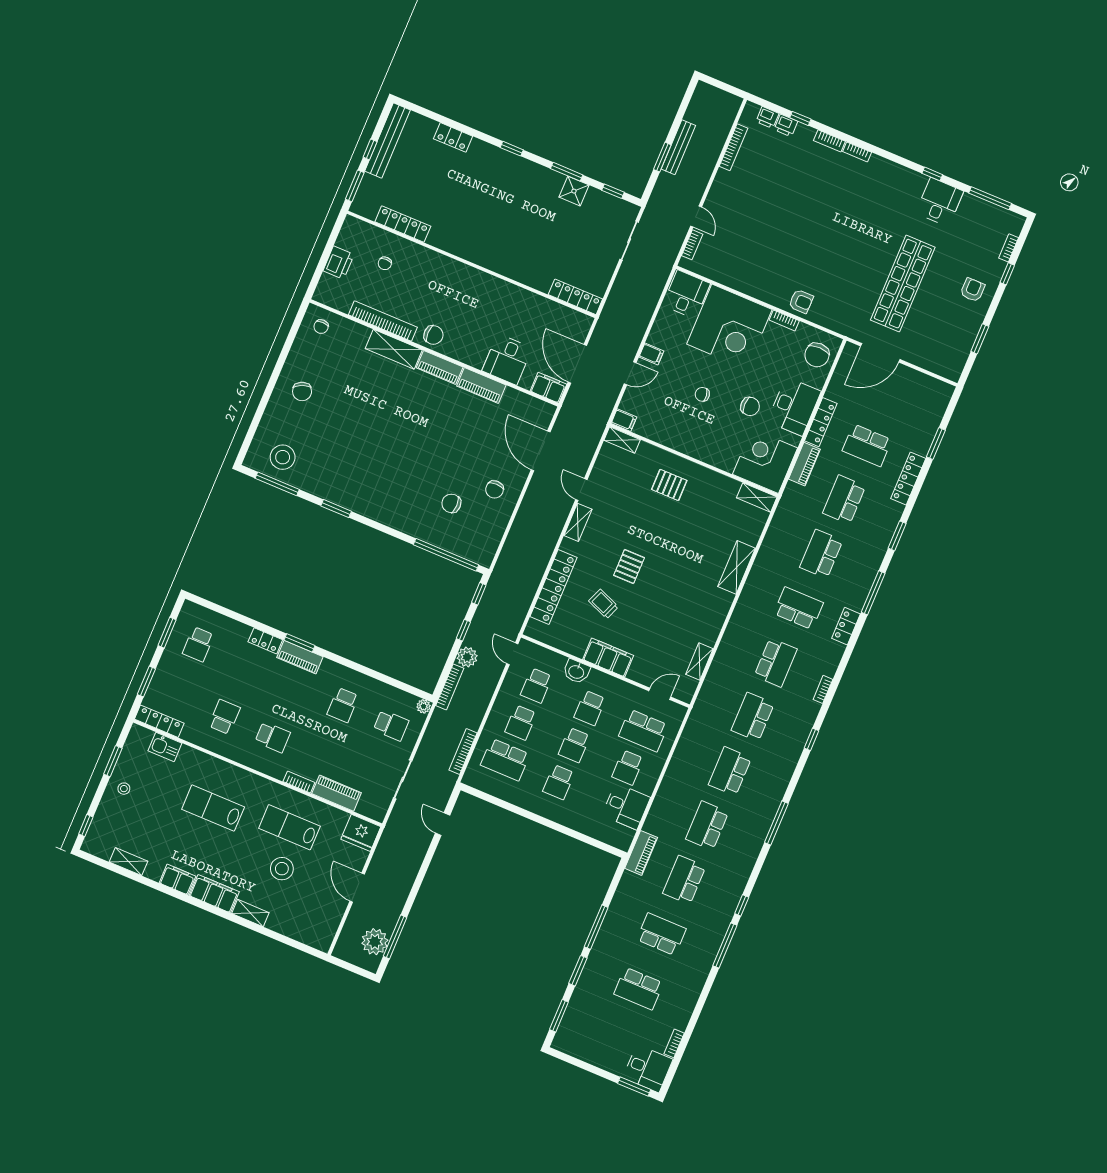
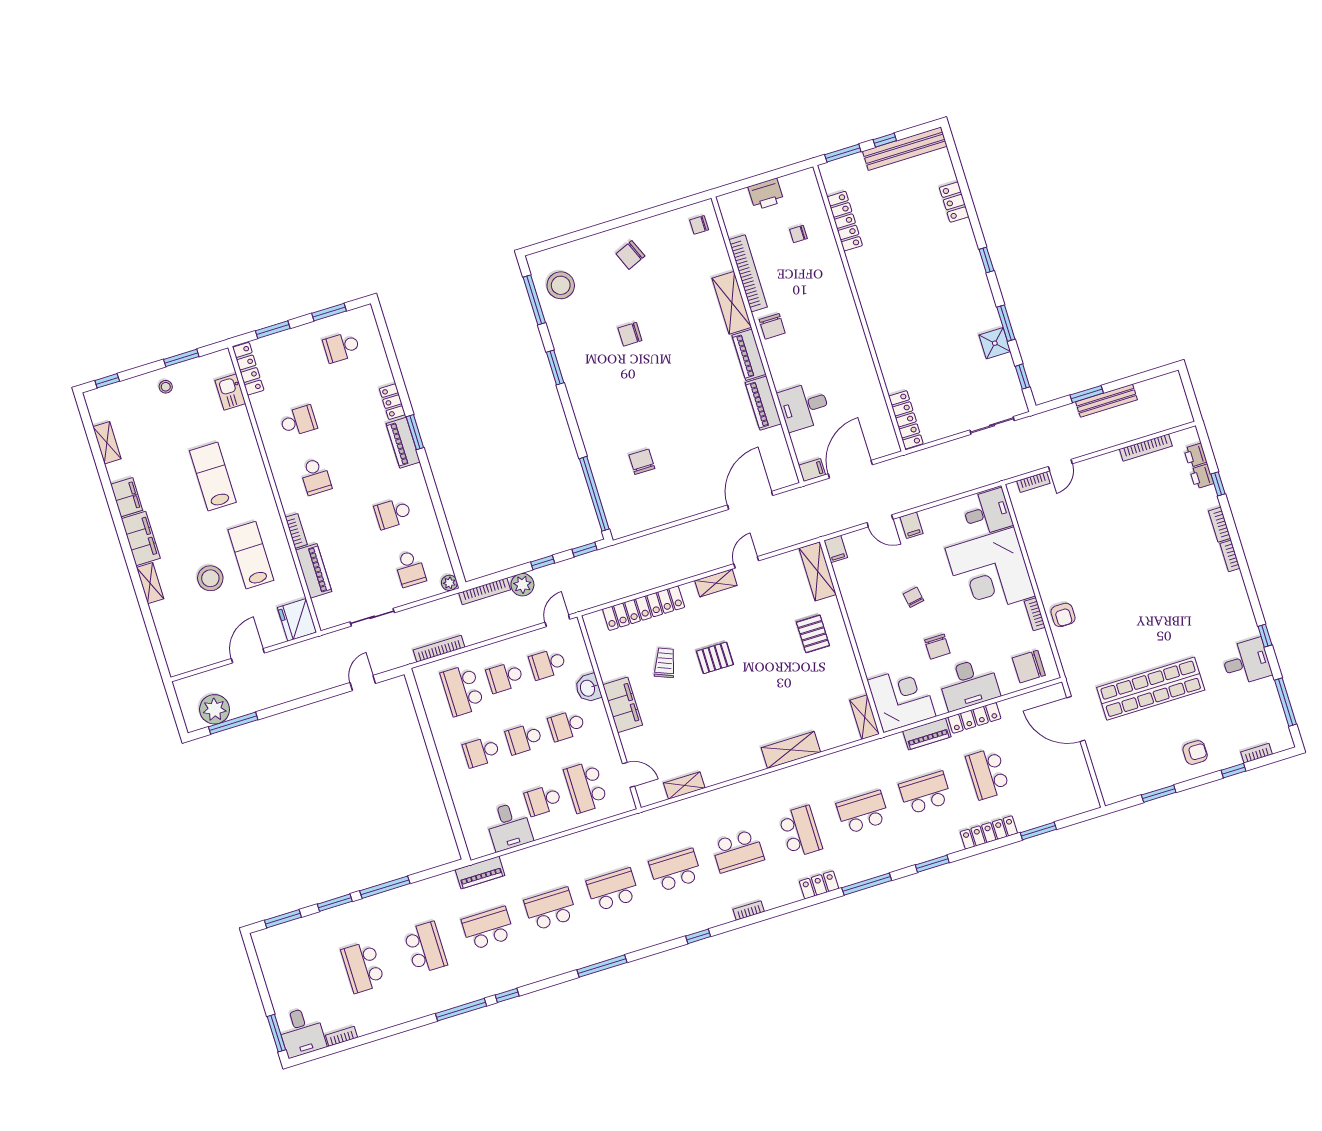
filing cabinet: (548, 388) -> (812, 470), width x0.50
shelving: (622, 440) -> (818, 571), width x1.50, depth x1.33
chair: (495, 489) -> (630, 334), moved

